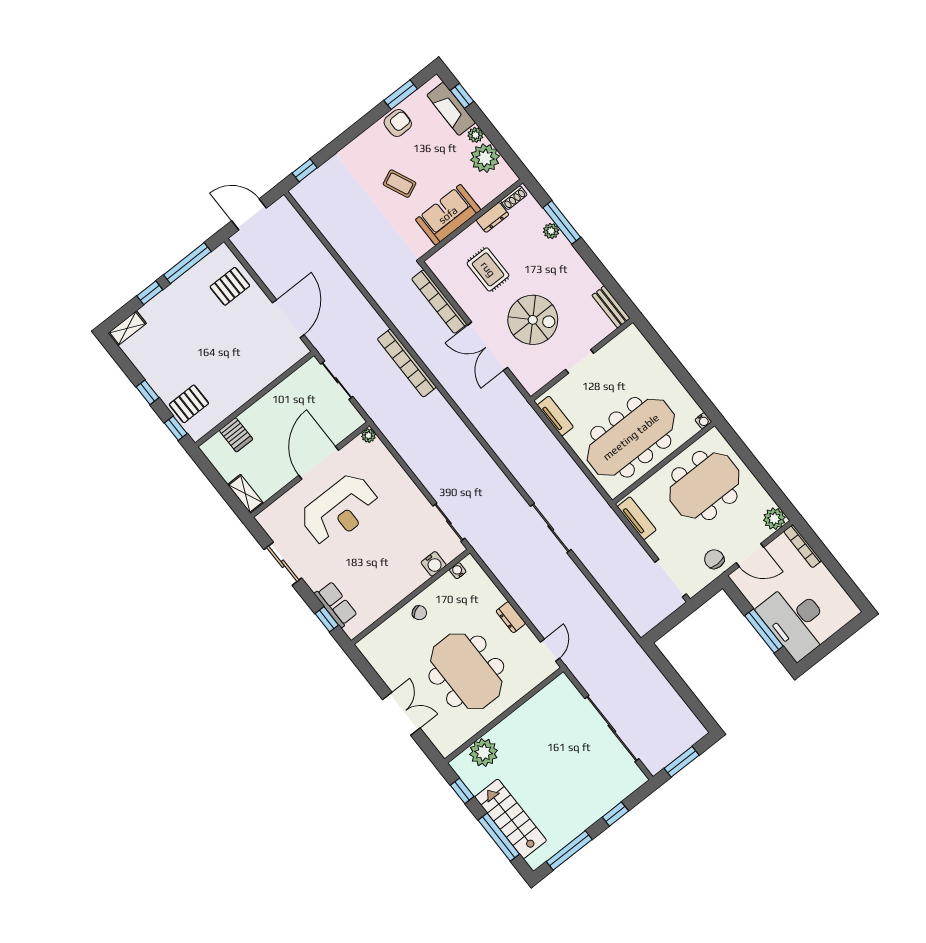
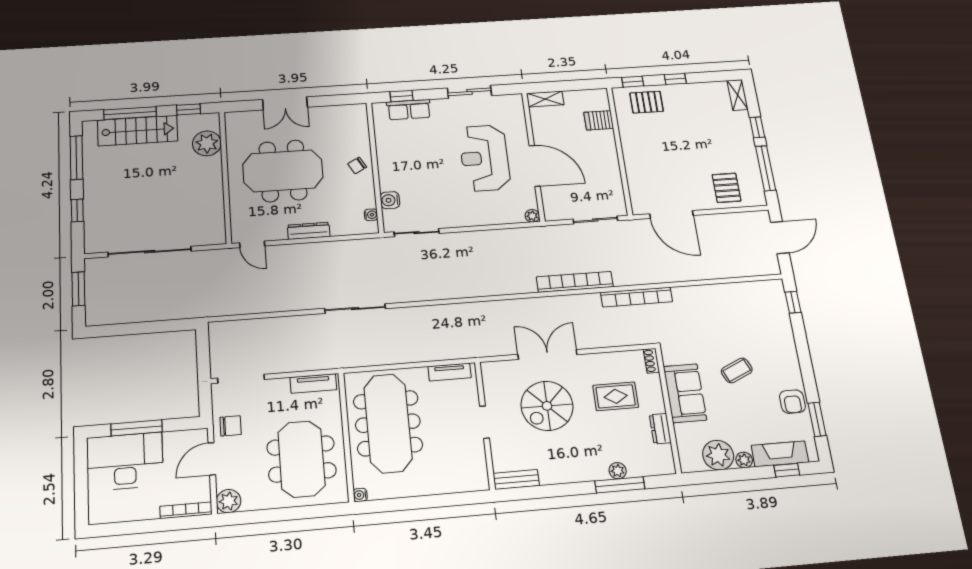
shoe rack: (514, 198) -> (651, 361), moved
bookcase: (439, 302) -> (637, 297), moved, turned 180
pallet: (189, 404) -> (647, 102), turned 90
dresser: (511, 617) -> (309, 231), width x1.44

